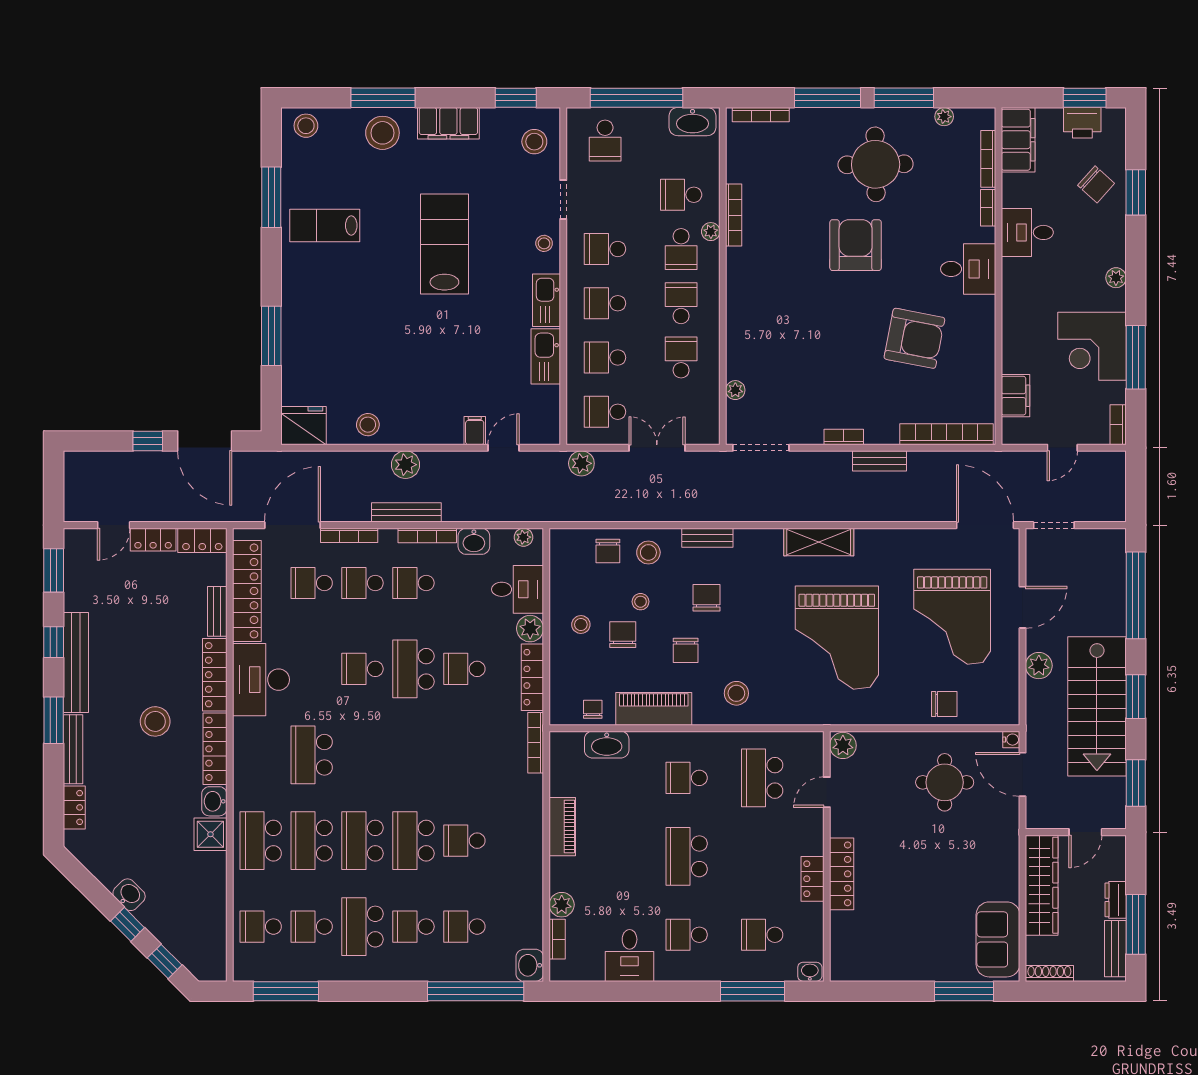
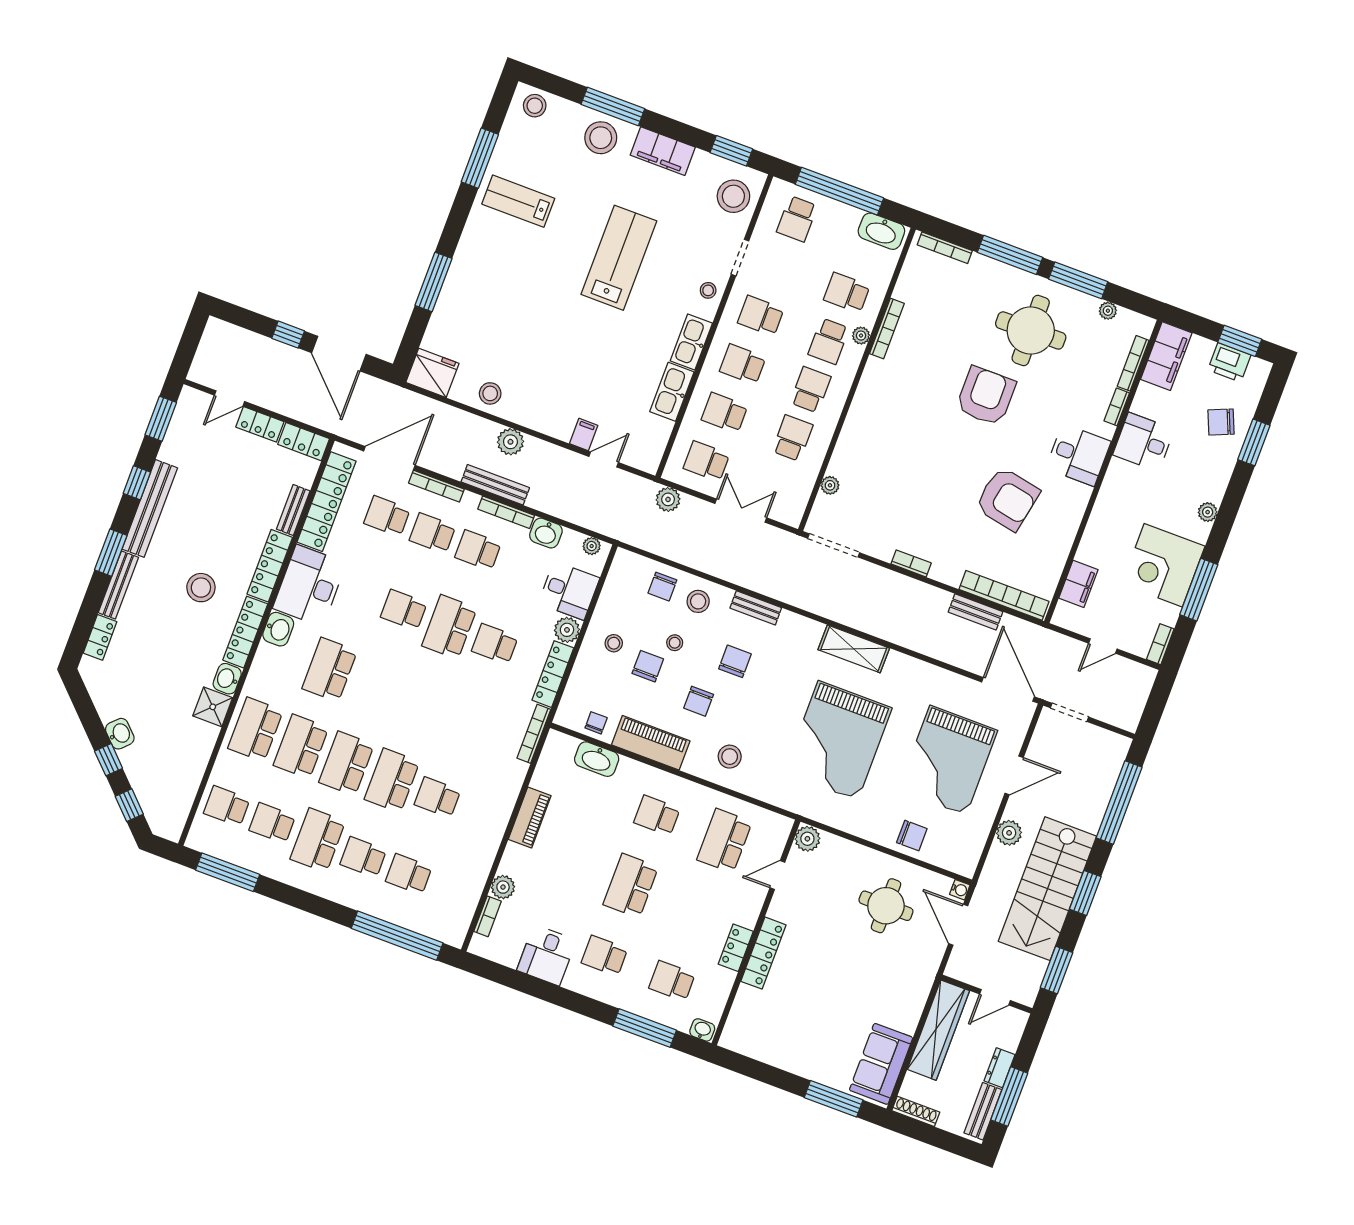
stool: (534, 142) -> (733, 196), width x1.38, depth x1.38
chair: (1096, 184) -> (1221, 422), turned 115
bench: (879, 461) -> (975, 612), moved
washbasin: (530, 965) -> (278, 629), moved, turned 180

